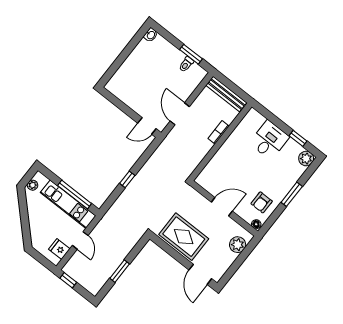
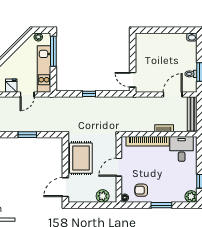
door: (180, 114) -> (173, 95), moved
desk: (269, 140) -> (182, 149), moved, turned -90
bookcase: (219, 158) -> (148, 141), added
window: (75, 195) -> (53, 51), moved
door: (222, 207) -> (119, 167), swing flipped

